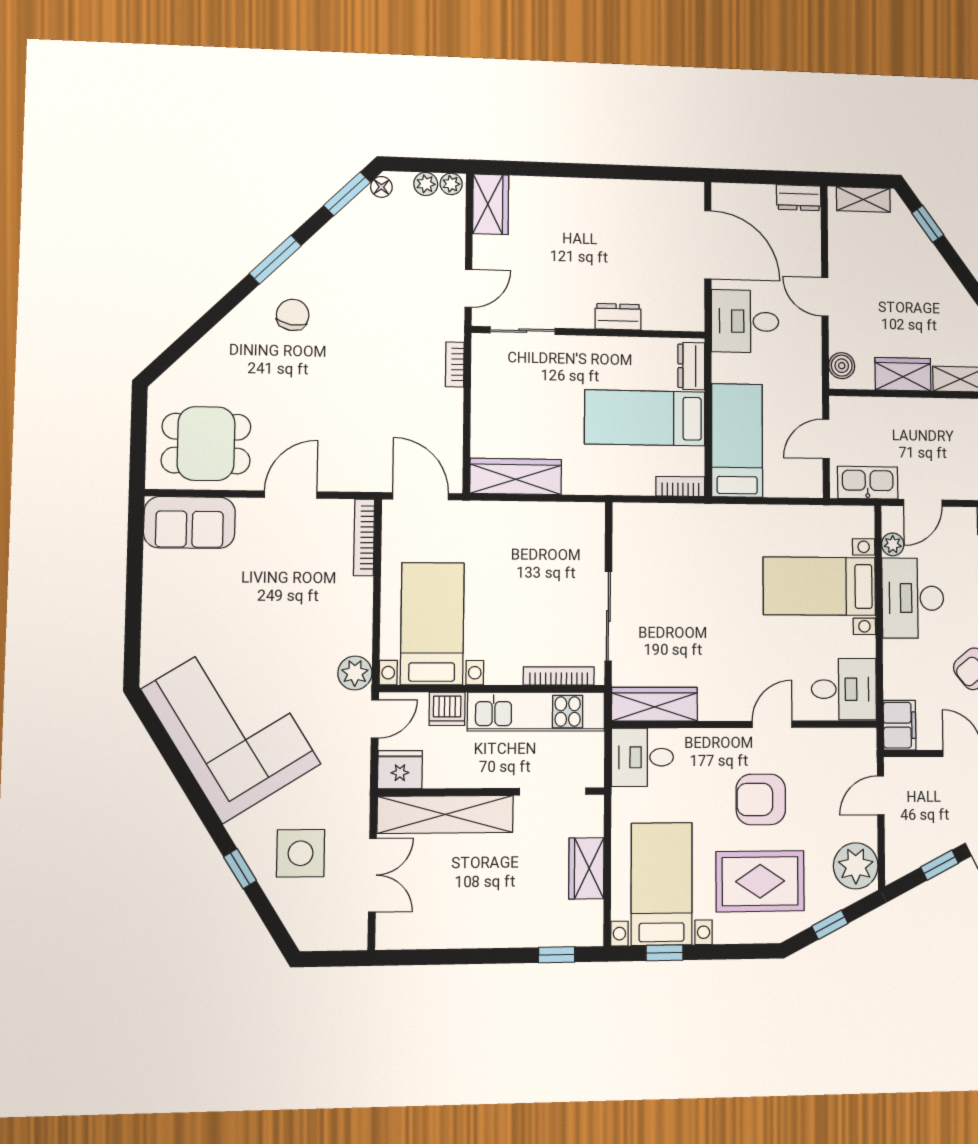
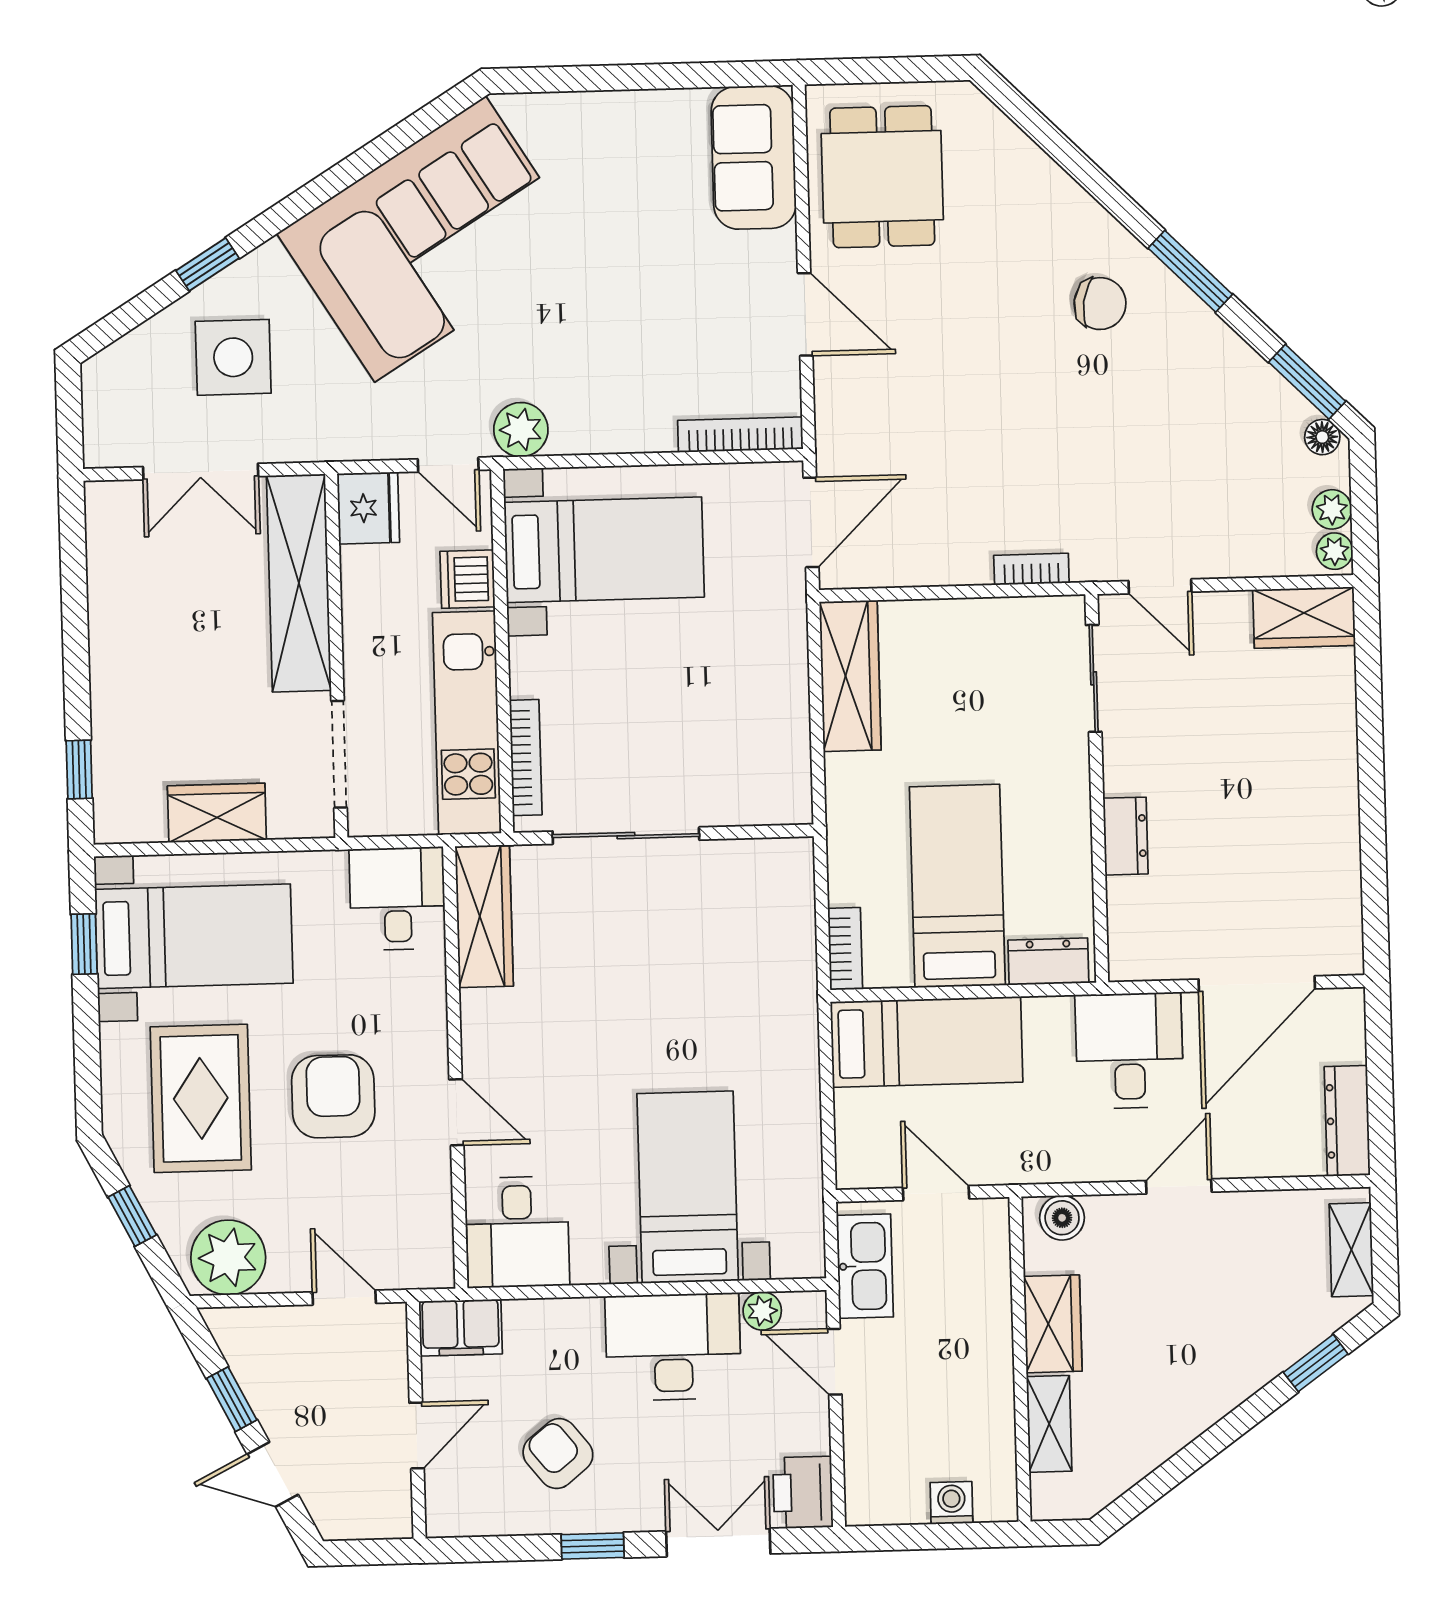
dresser: (799, 198) -> (1347, 1121), width x1.44

